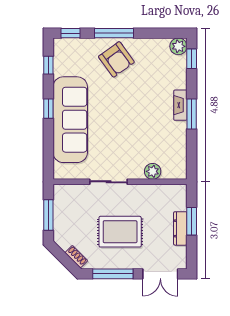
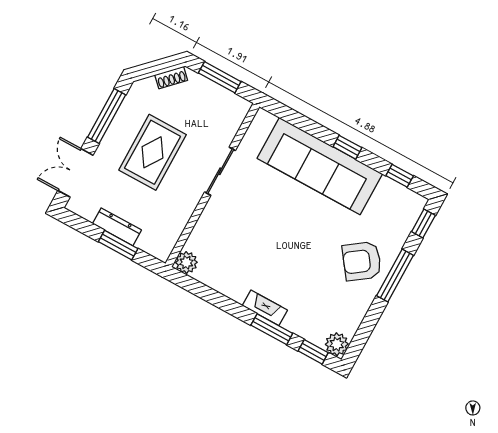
window: (192, 114) -> (272, 329), moved
plant: (153, 171) -> (186, 262), moved
shoe rack: (76, 257) -> (171, 78), moved

